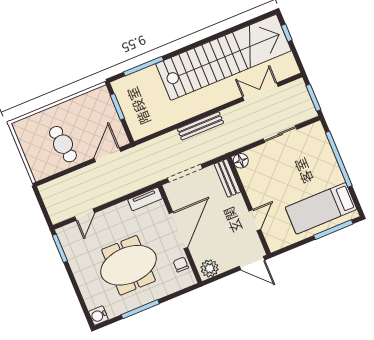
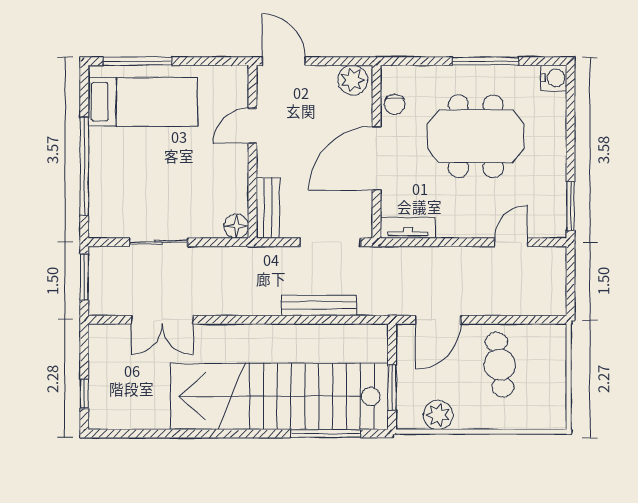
stairs: (224, 57) -> (279, 396), moved
plant: (86, 102) -> (438, 415), added
bench: (200, 126) -> (319, 305), moved

